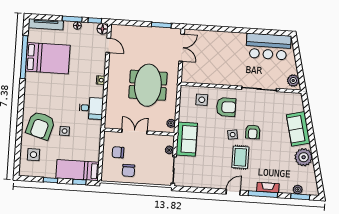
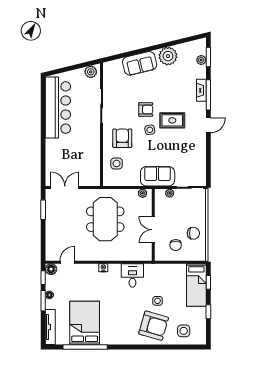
bar counter: (268, 47) -> (58, 108), width x1.36
meeting table: (148, 85) -> (105, 219), turned 90
door: (233, 192) -> (208, 125), swing flipped

